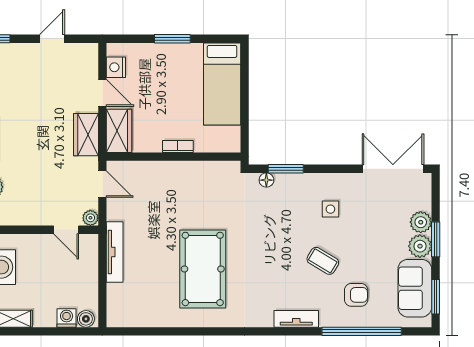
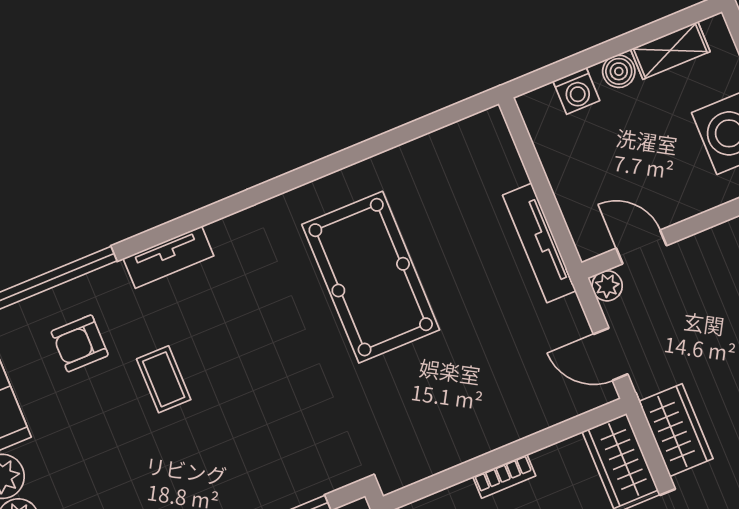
floor lamp: (266, 180) -> (323, 481), removed
side table: (330, 209) -> (188, 477), removed
coffee table: (323, 261) -> (164, 379), turned 59
boiler: (86, 319) -> (619, 71), moved

